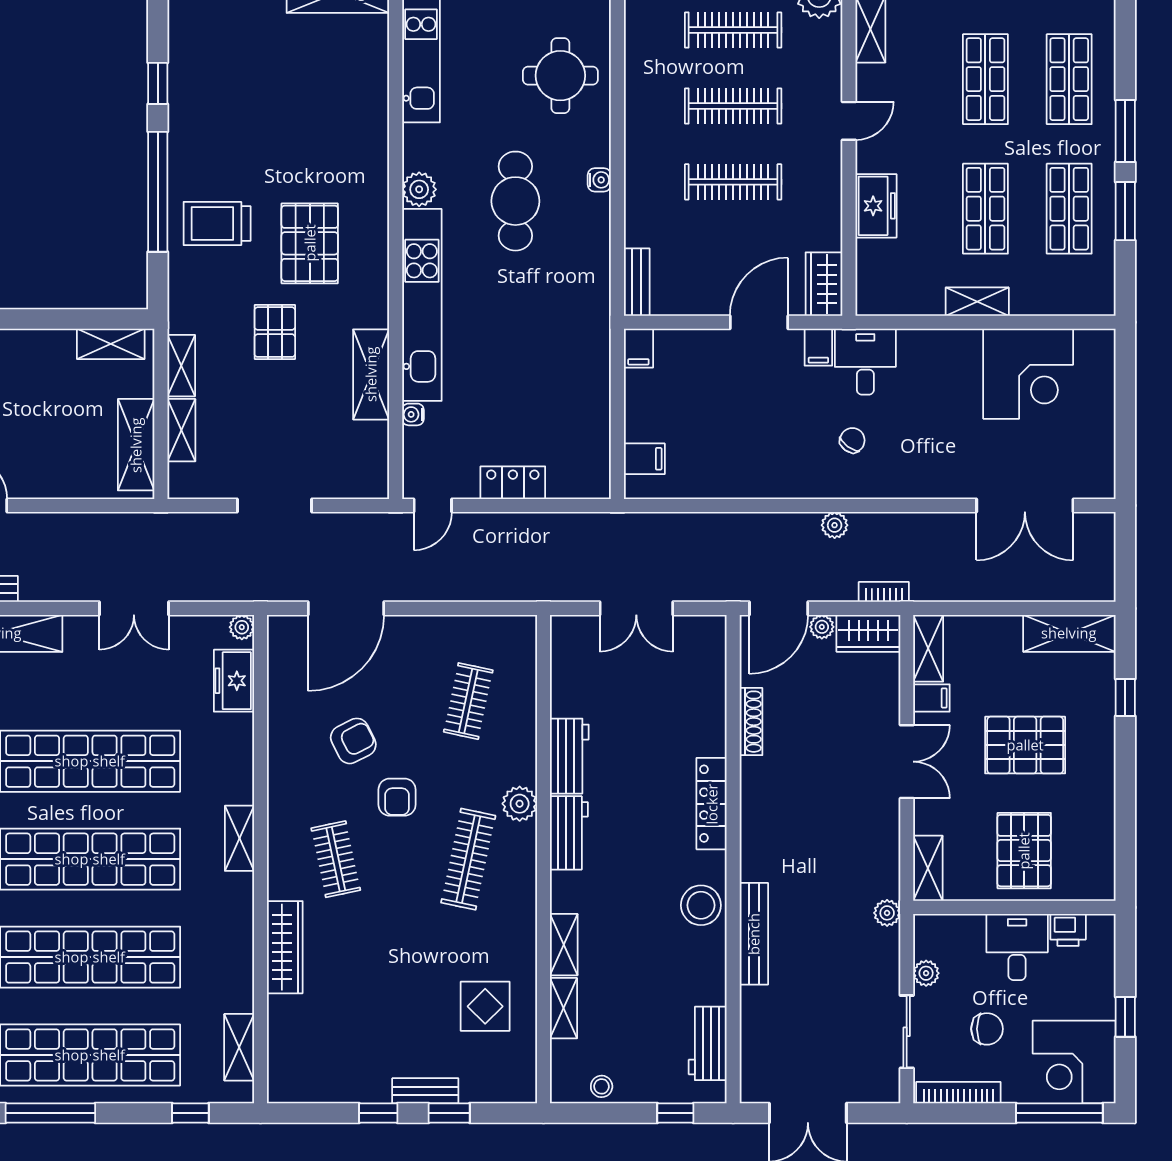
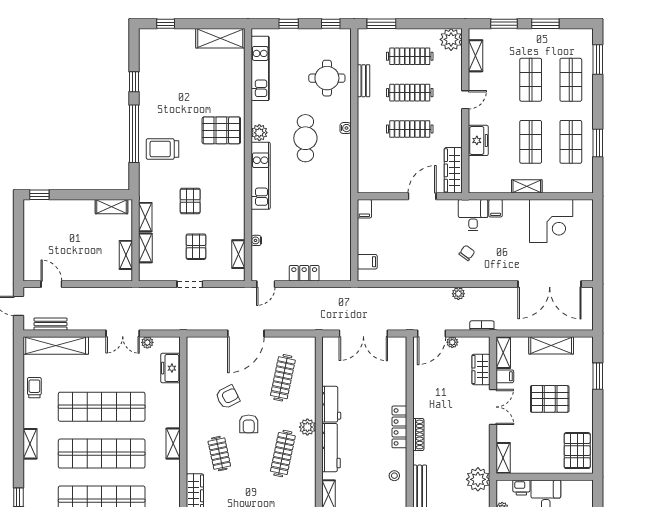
window: (1125, 131) -> (598, 59), moved
pallet: (310, 243) -> (221, 130), moved, turned 90
bench: (637, 282) -> (364, 81), moved
wardrobe: (824, 284) -> (453, 170), width x1.50
kitchen unit: (422, 305) -> (261, 176), width x0.73
filing cabinet: (818, 347) -> (496, 208), moved
shelving: (371, 374) -> (238, 254), moved, width x0.67, depth x0.75
pallet: (287, 427) -> (196, 247), added
shelving: (136, 445) -> (126, 255), width x0.67, depth x0.75
doorway: (274, 506) -> (190, 284), width x0.73
double door: (1025, 506) -> (550, 284), width x1.36
door: (346, 608) -> (246, 333), moved
double door: (636, 608) -> (363, 333), width x1.37
plant: (242, 627) -> (147, 342), moved
wardrobe: (868, 633) -> (481, 369), moved, turned 90
shelving: (1069, 633) -> (551, 345), moved
window: (1125, 697) -> (598, 376), width x1.50
clothes rail: (468, 701) -> (283, 378), width x1.36
shoe rack: (751, 722) -> (418, 434), moved
workbench: (569, 833) -> (331, 448), width x1.38
pallet: (1024, 851) -> (577, 451), moved
stool: (701, 905) -> (394, 476), width x0.53, depth x0.53
plant: (887, 913) -> (478, 479), width x1.87, depth x1.87
printer: (1068, 930) -> (521, 487), moved

